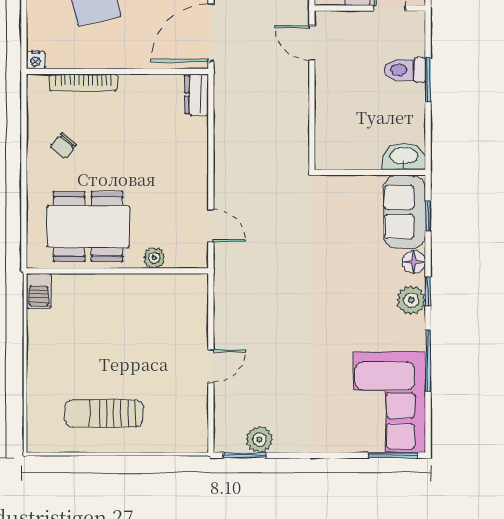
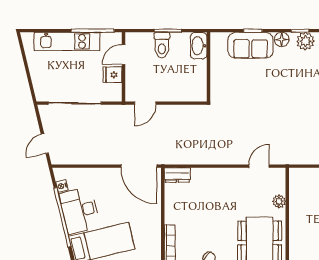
washbasin: (404, 157) -> (199, 46), moved
wall: (370, 172) -> (208, 67), moved

